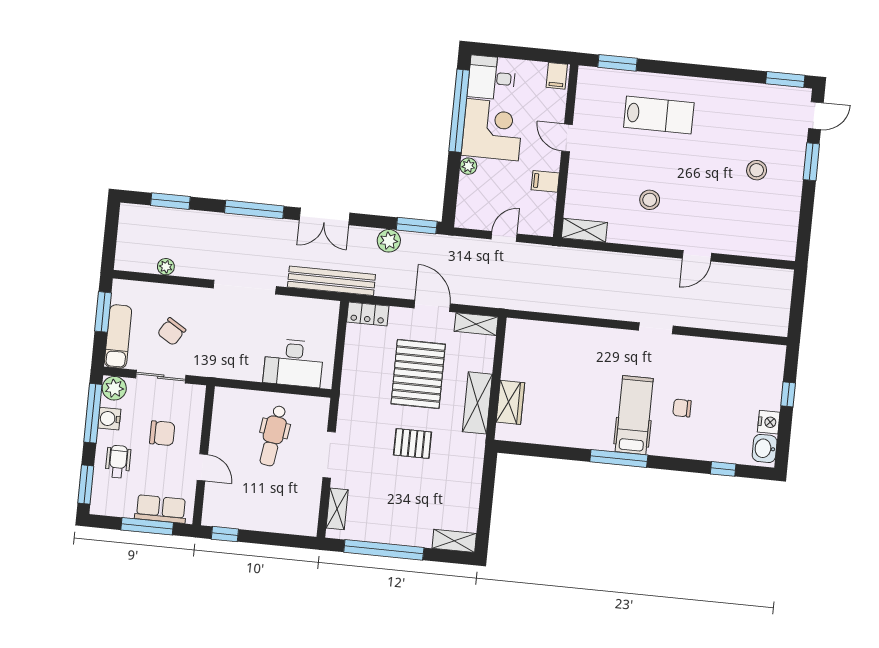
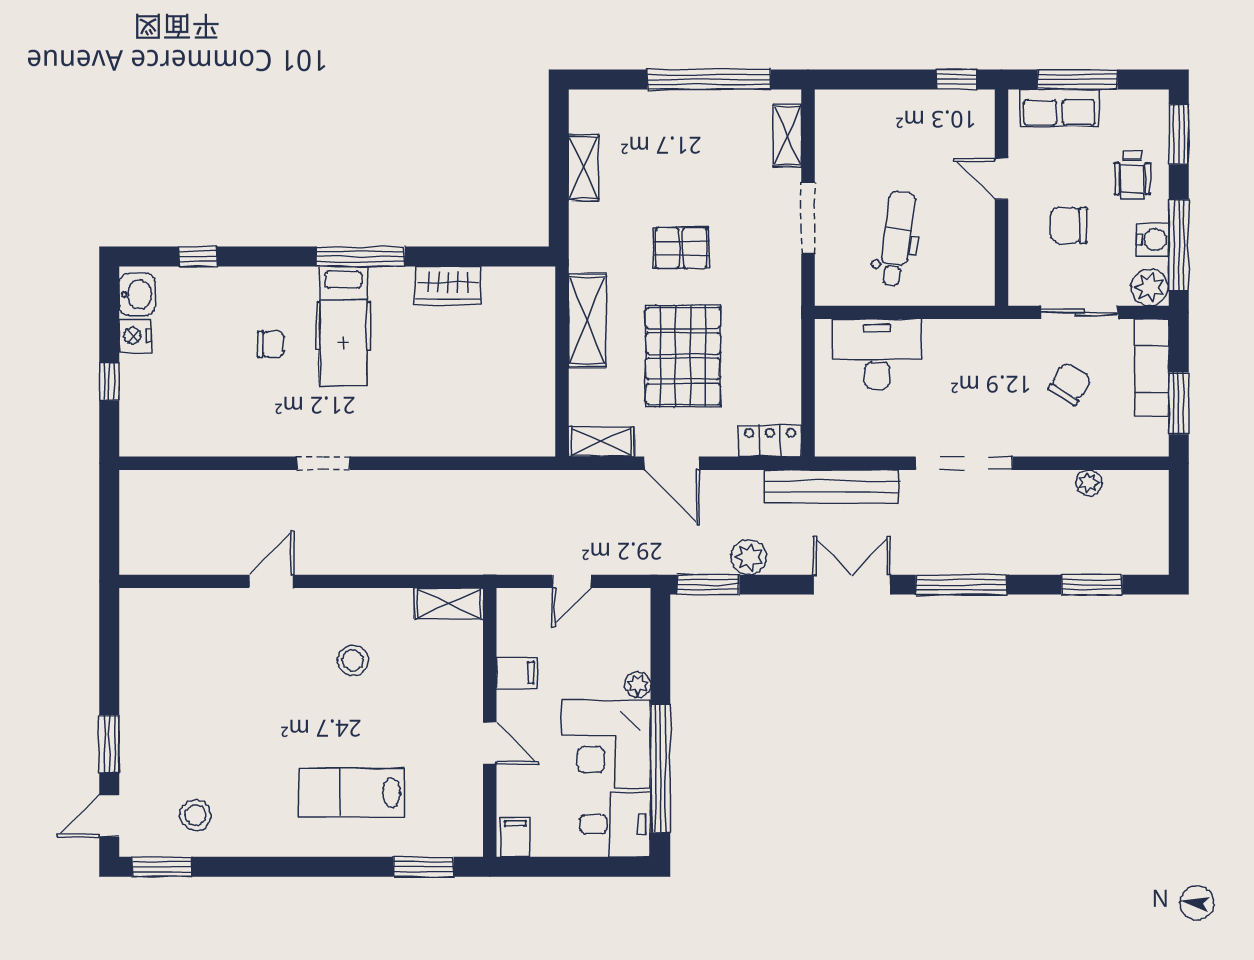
stool: (757, 170) -> (195, 815), moved
wardrobe: (510, 402) -> (448, 285), moved, turned -90
shelving: (454, 541) -> (583, 168), moved, turned 90

